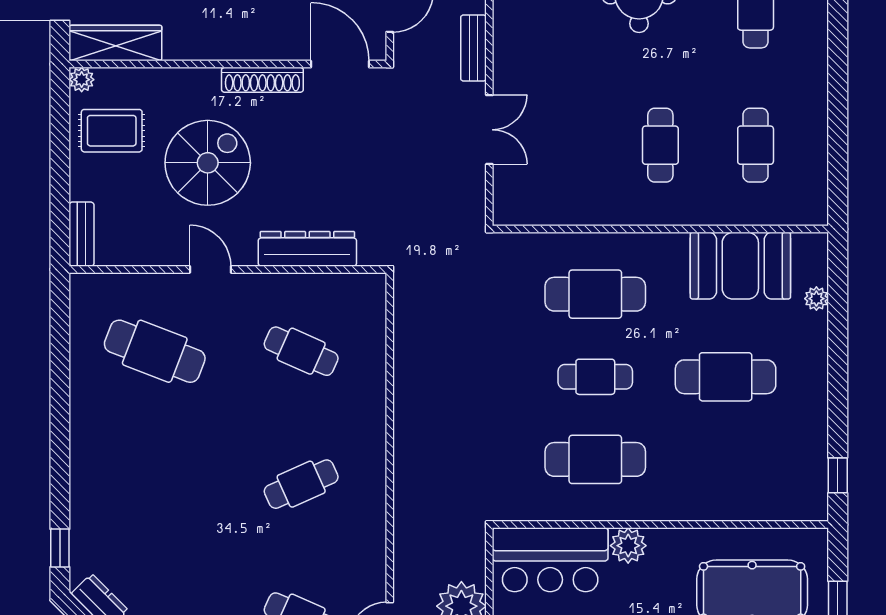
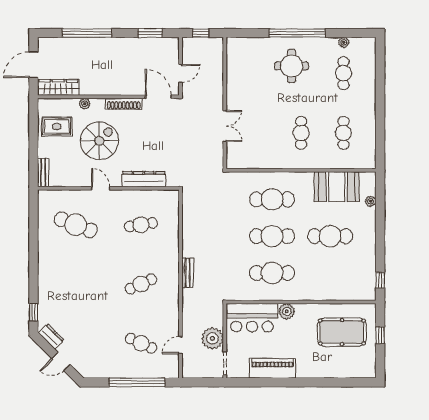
bench: (473, 48) -> (187, 273), moved
plant: (82, 80) -> (85, 104), moved
cafe table: (301, 351) -> (141, 225), turned -33
cafe table: (595, 377) -> (272, 236), width x1.37, depth x1.35

